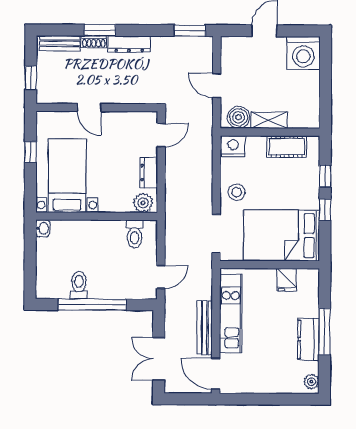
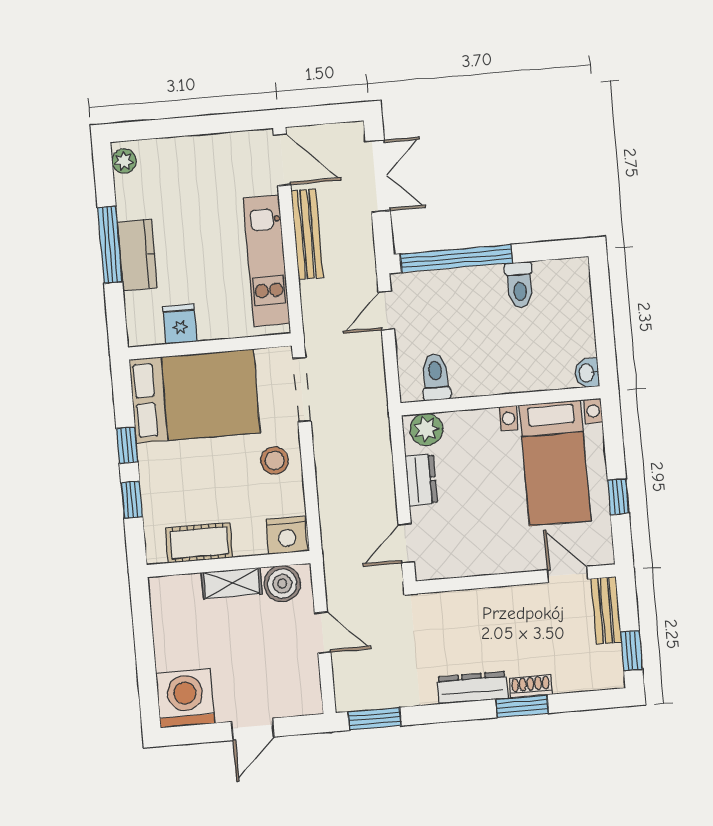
bench: (60, 43) -> (606, 610), moved, turned 90
window: (31, 78) -> (632, 651), moved
door: (89, 108) -> (567, 574), moved
window: (92, 305) -> (456, 258), moved
kitchen counter: (308, 339) -> (137, 255), moved

